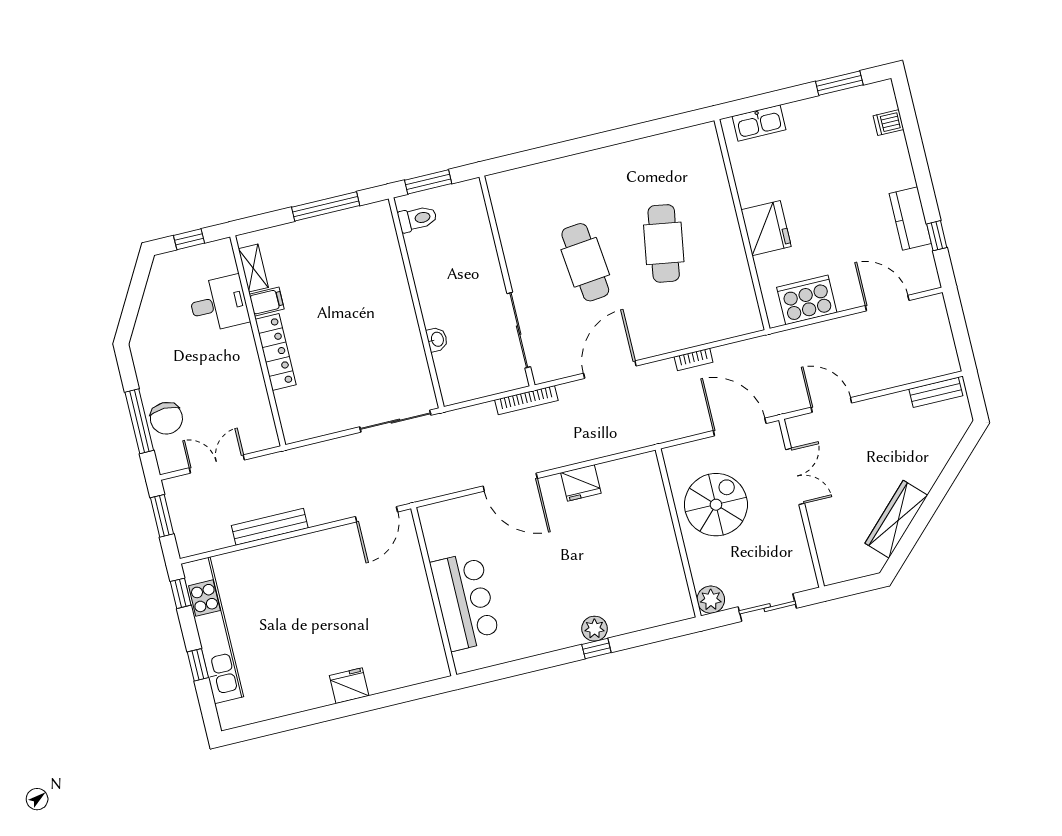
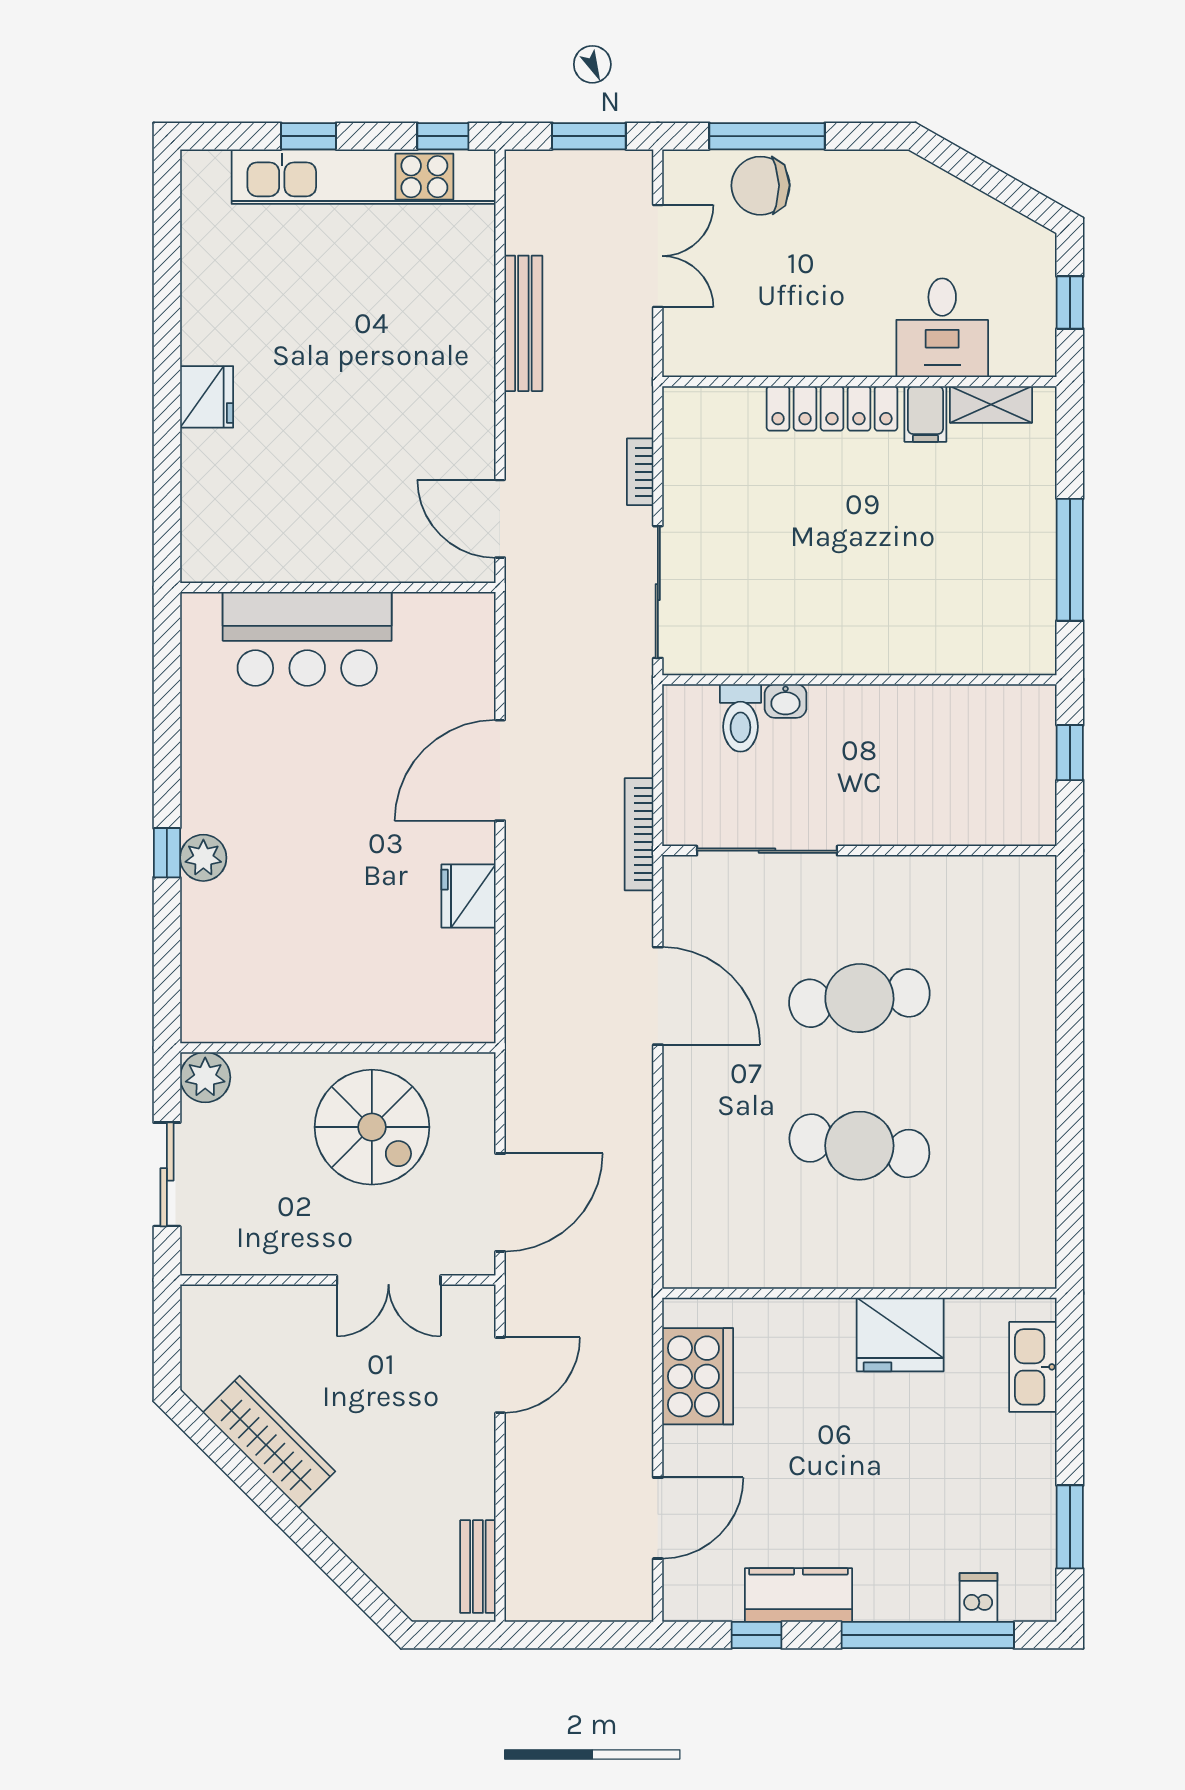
window: (915, 145) -> (928, 1635), added
window: (428, 182) -> (1070, 753), width x0.67
toilet: (417, 219) -> (740, 718), moved
fridge: (766, 228) -> (900, 1334), moved
bookcase: (694, 359) -> (640, 472), moved

